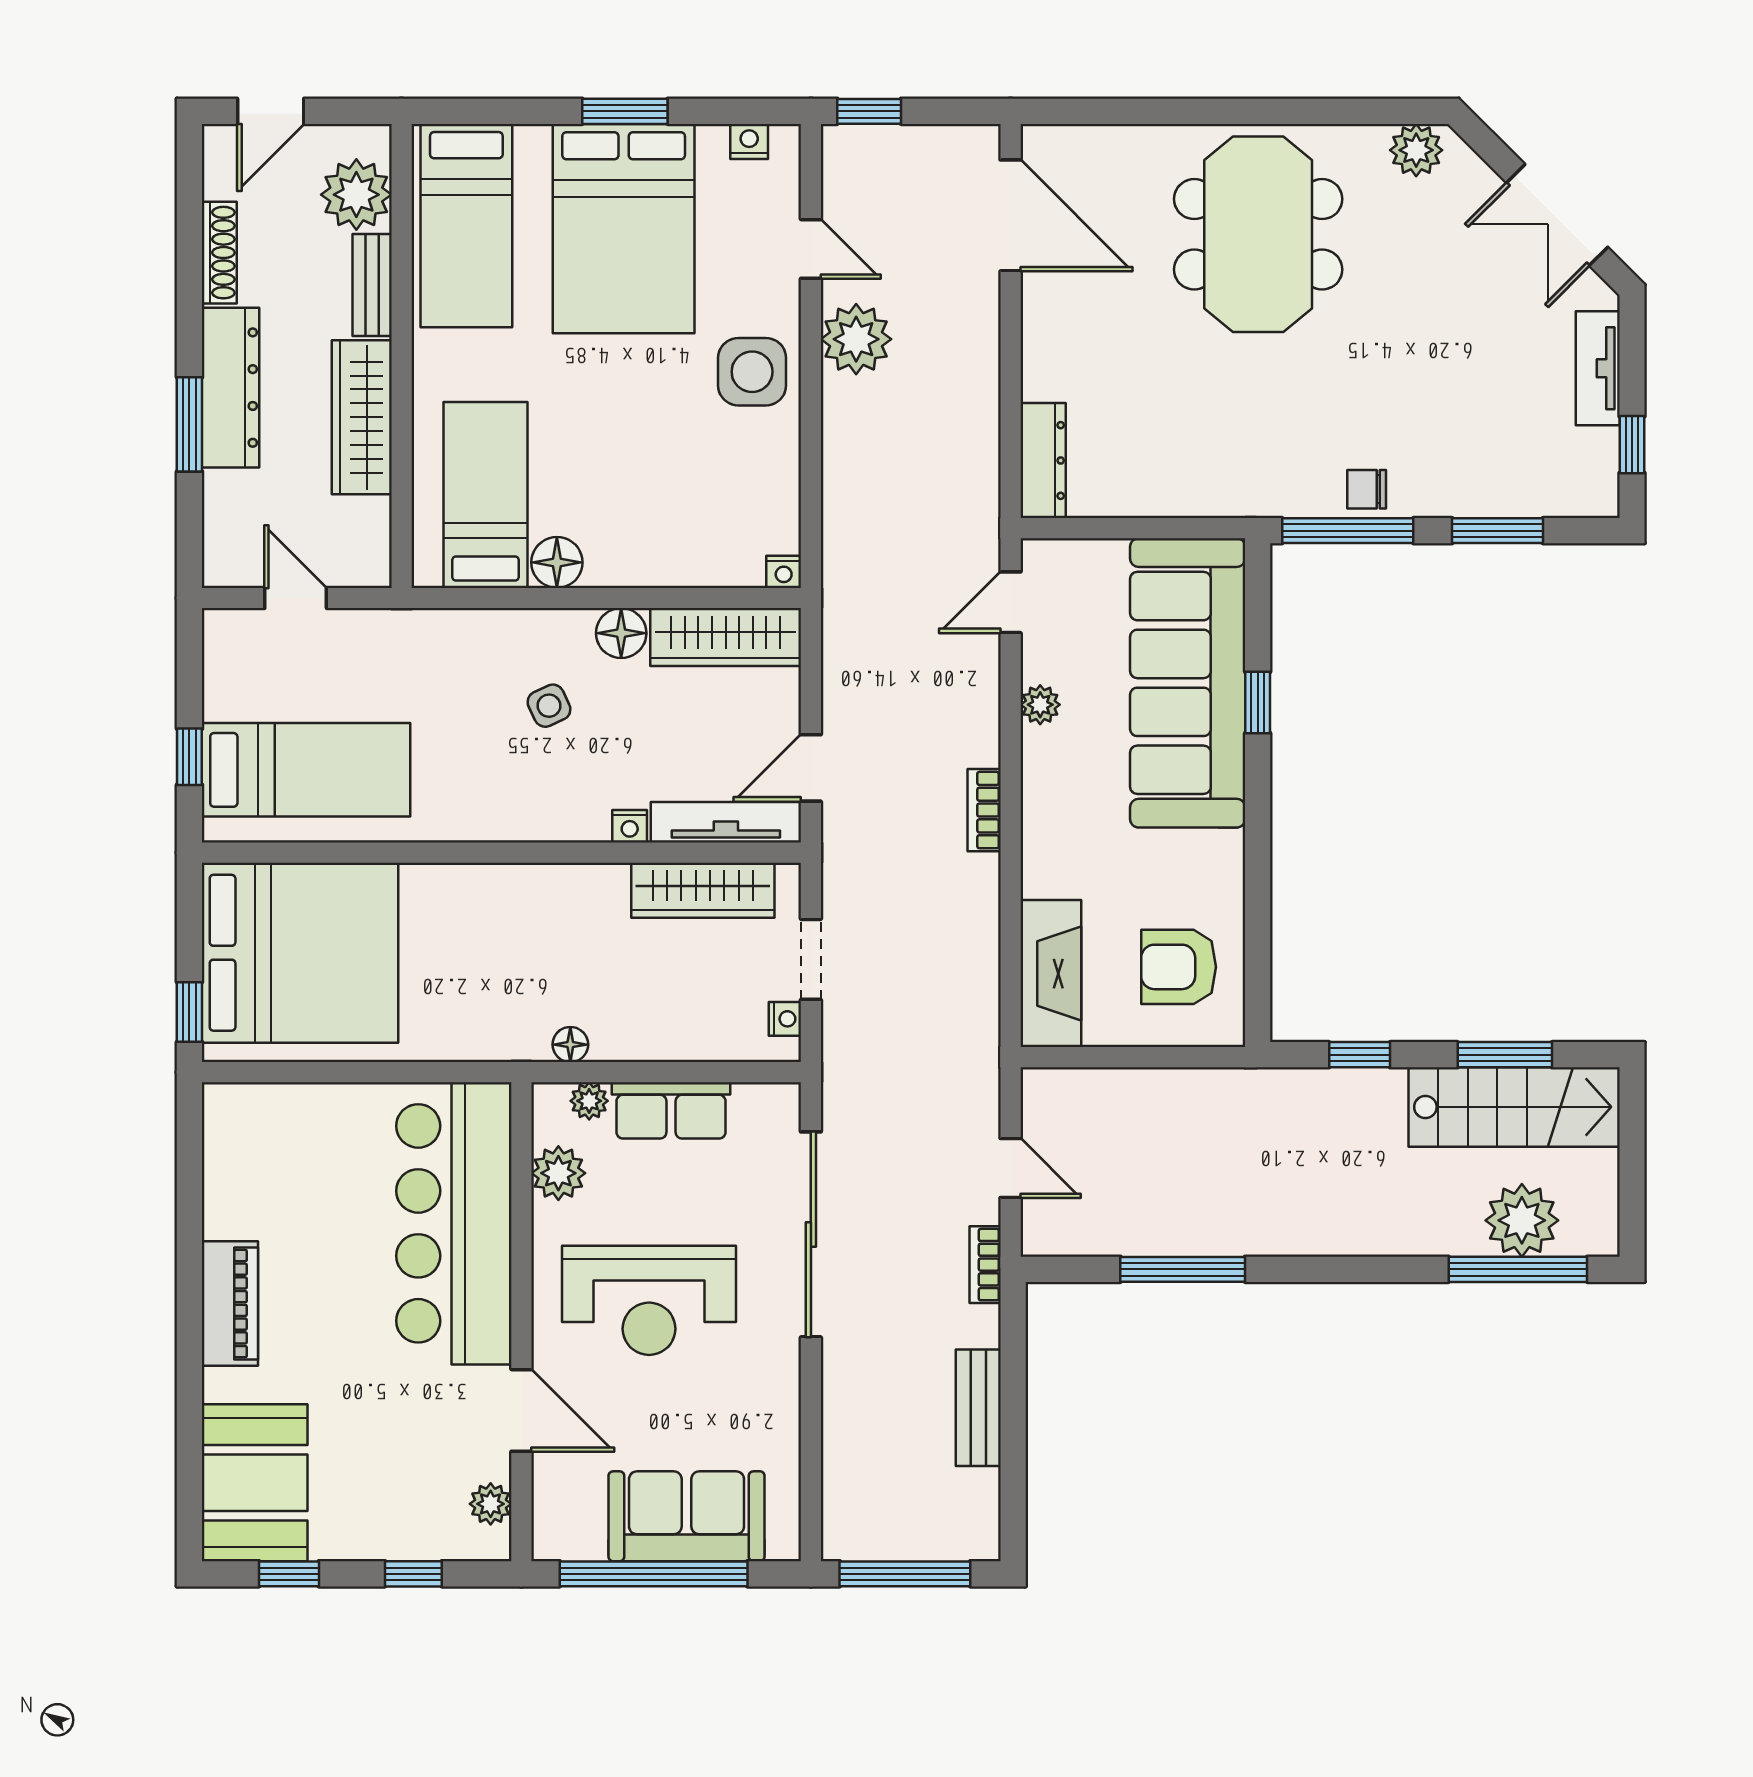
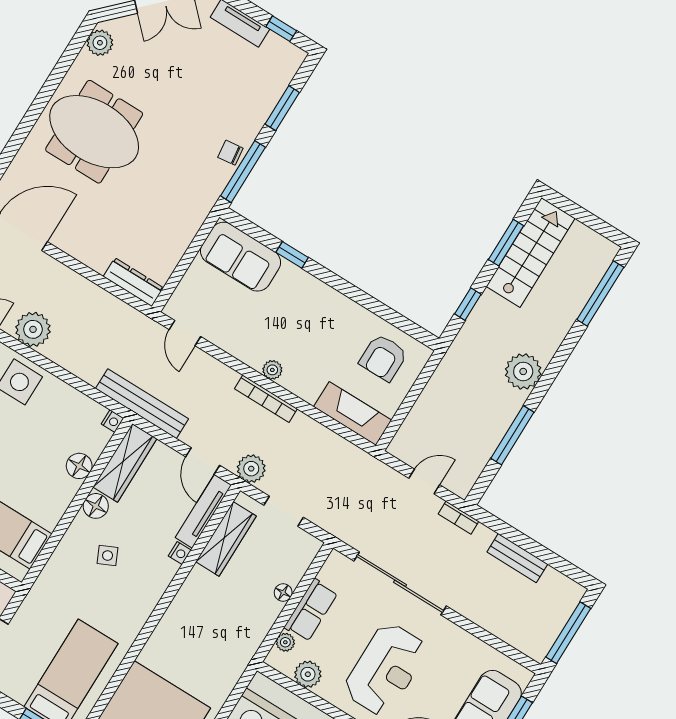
chair: (1367, 489) -> (230, 153), turned 83
floor lamp: (557, 562) -> (79, 466), moved
bench: (845, 604) -> (142, 404), added
sofa: (1188, 683) -> (241, 257), width x0.54, depth x0.79
plant: (1040, 705) -> (272, 370), moved
bookcase: (984, 810) -> (266, 399), width x1.56
plant: (849, 859) -> (251, 469), added
nightstand: (785, 1019) -> (302, 538), removed
floor lamp: (570, 1045) -> (283, 593), moved
plant: (1522, 1220) -> (523, 371), moved

